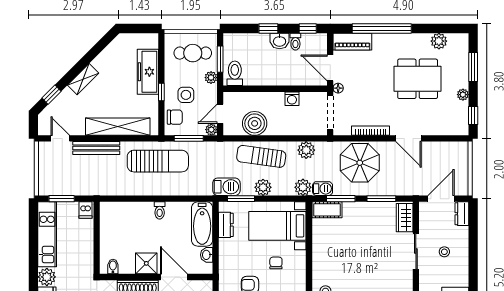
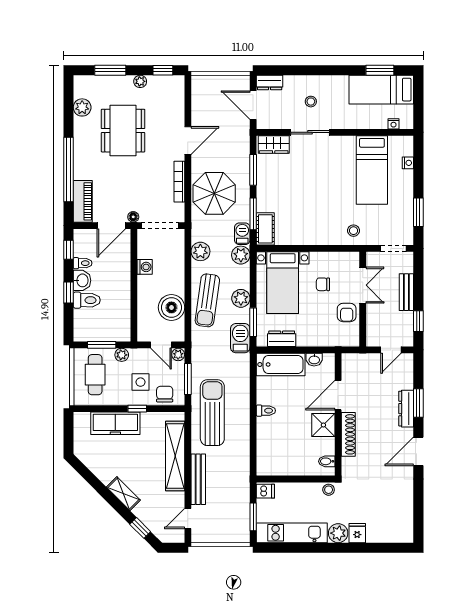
toilet: (235, 73) -> (87, 300), moved, turned 180
stool: (87, 268) -> (329, 490), added

